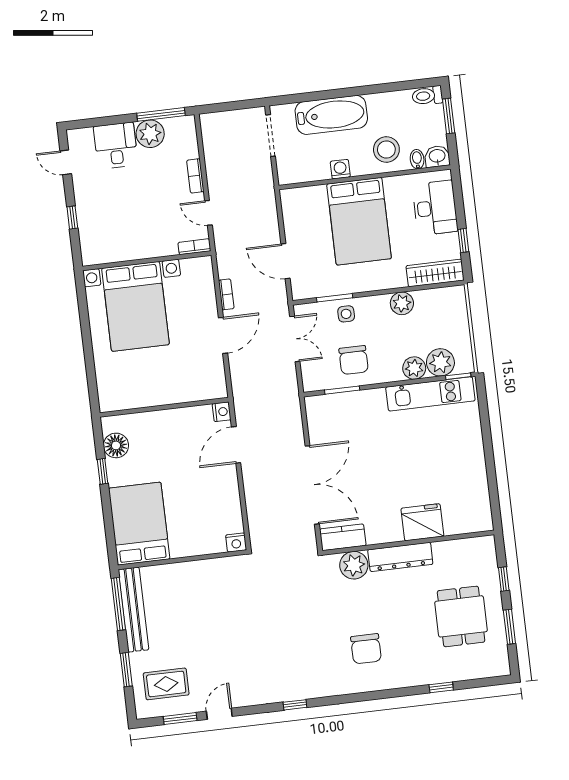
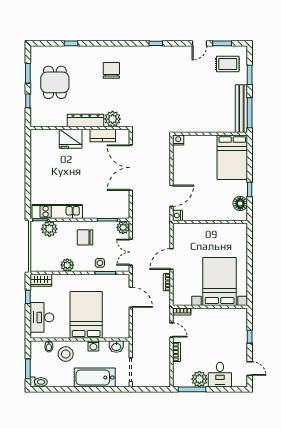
washbasin: (437, 156) -> (116, 347), moved
wardrobe: (435, 273) -> (41, 280), width x0.67
chair: (354, 360) -> (85, 237), moved, turned -90
plant: (414, 368) -> (123, 227), moved
kitchen counter: (343, 537) -> (103, 136), moved

